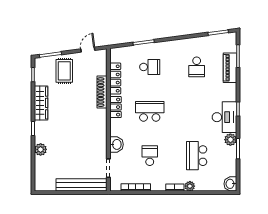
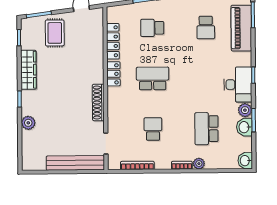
school desk: (150, 67) -> (152, 28), turned 180
piano: (230, 68) -> (241, 28), width x1.37, depth x1.33
shoe rack: (102, 92) -> (98, 102), moved
washbasin: (116, 144) -> (244, 127), moved, turned 180

